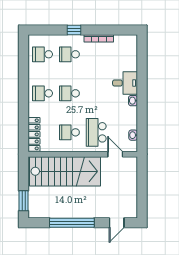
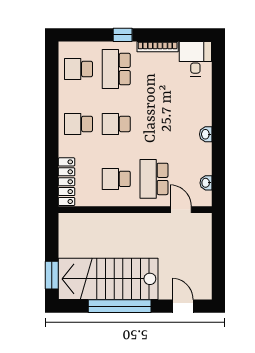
school desk: (69, 54) -> (116, 69), width x1.85
desk: (125, 83) -> (195, 59), moved, turned -90
stairs: (65, 171) -> (108, 279), moved, turned 180
door: (117, 223) -> (183, 306), swing flipped

